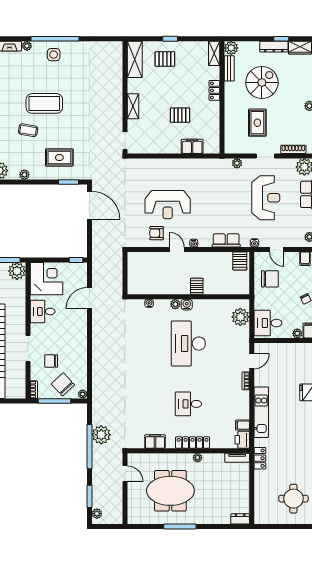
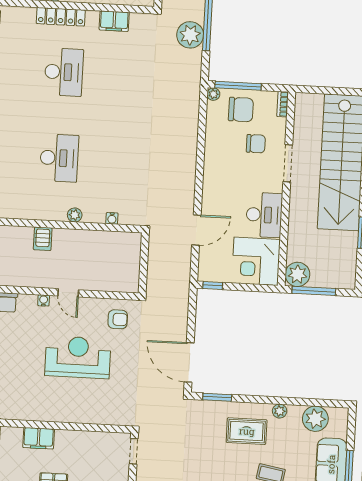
rug: (59, 158) -> (247, 431), moved
armchair: (157, 233) -> (118, 319), moved
water cooler: (187, 305) -> (58, 214), removed
desk: (43, 311) -> (264, 215), width x1.37
desk: (188, 344) -> (59, 158), width x0.73, depth x0.77
chair: (63, 384) -> (241, 110), turned -47
window: (55, 401) -> (238, 86), moved
desk: (188, 404) -> (64, 72), width x1.37

